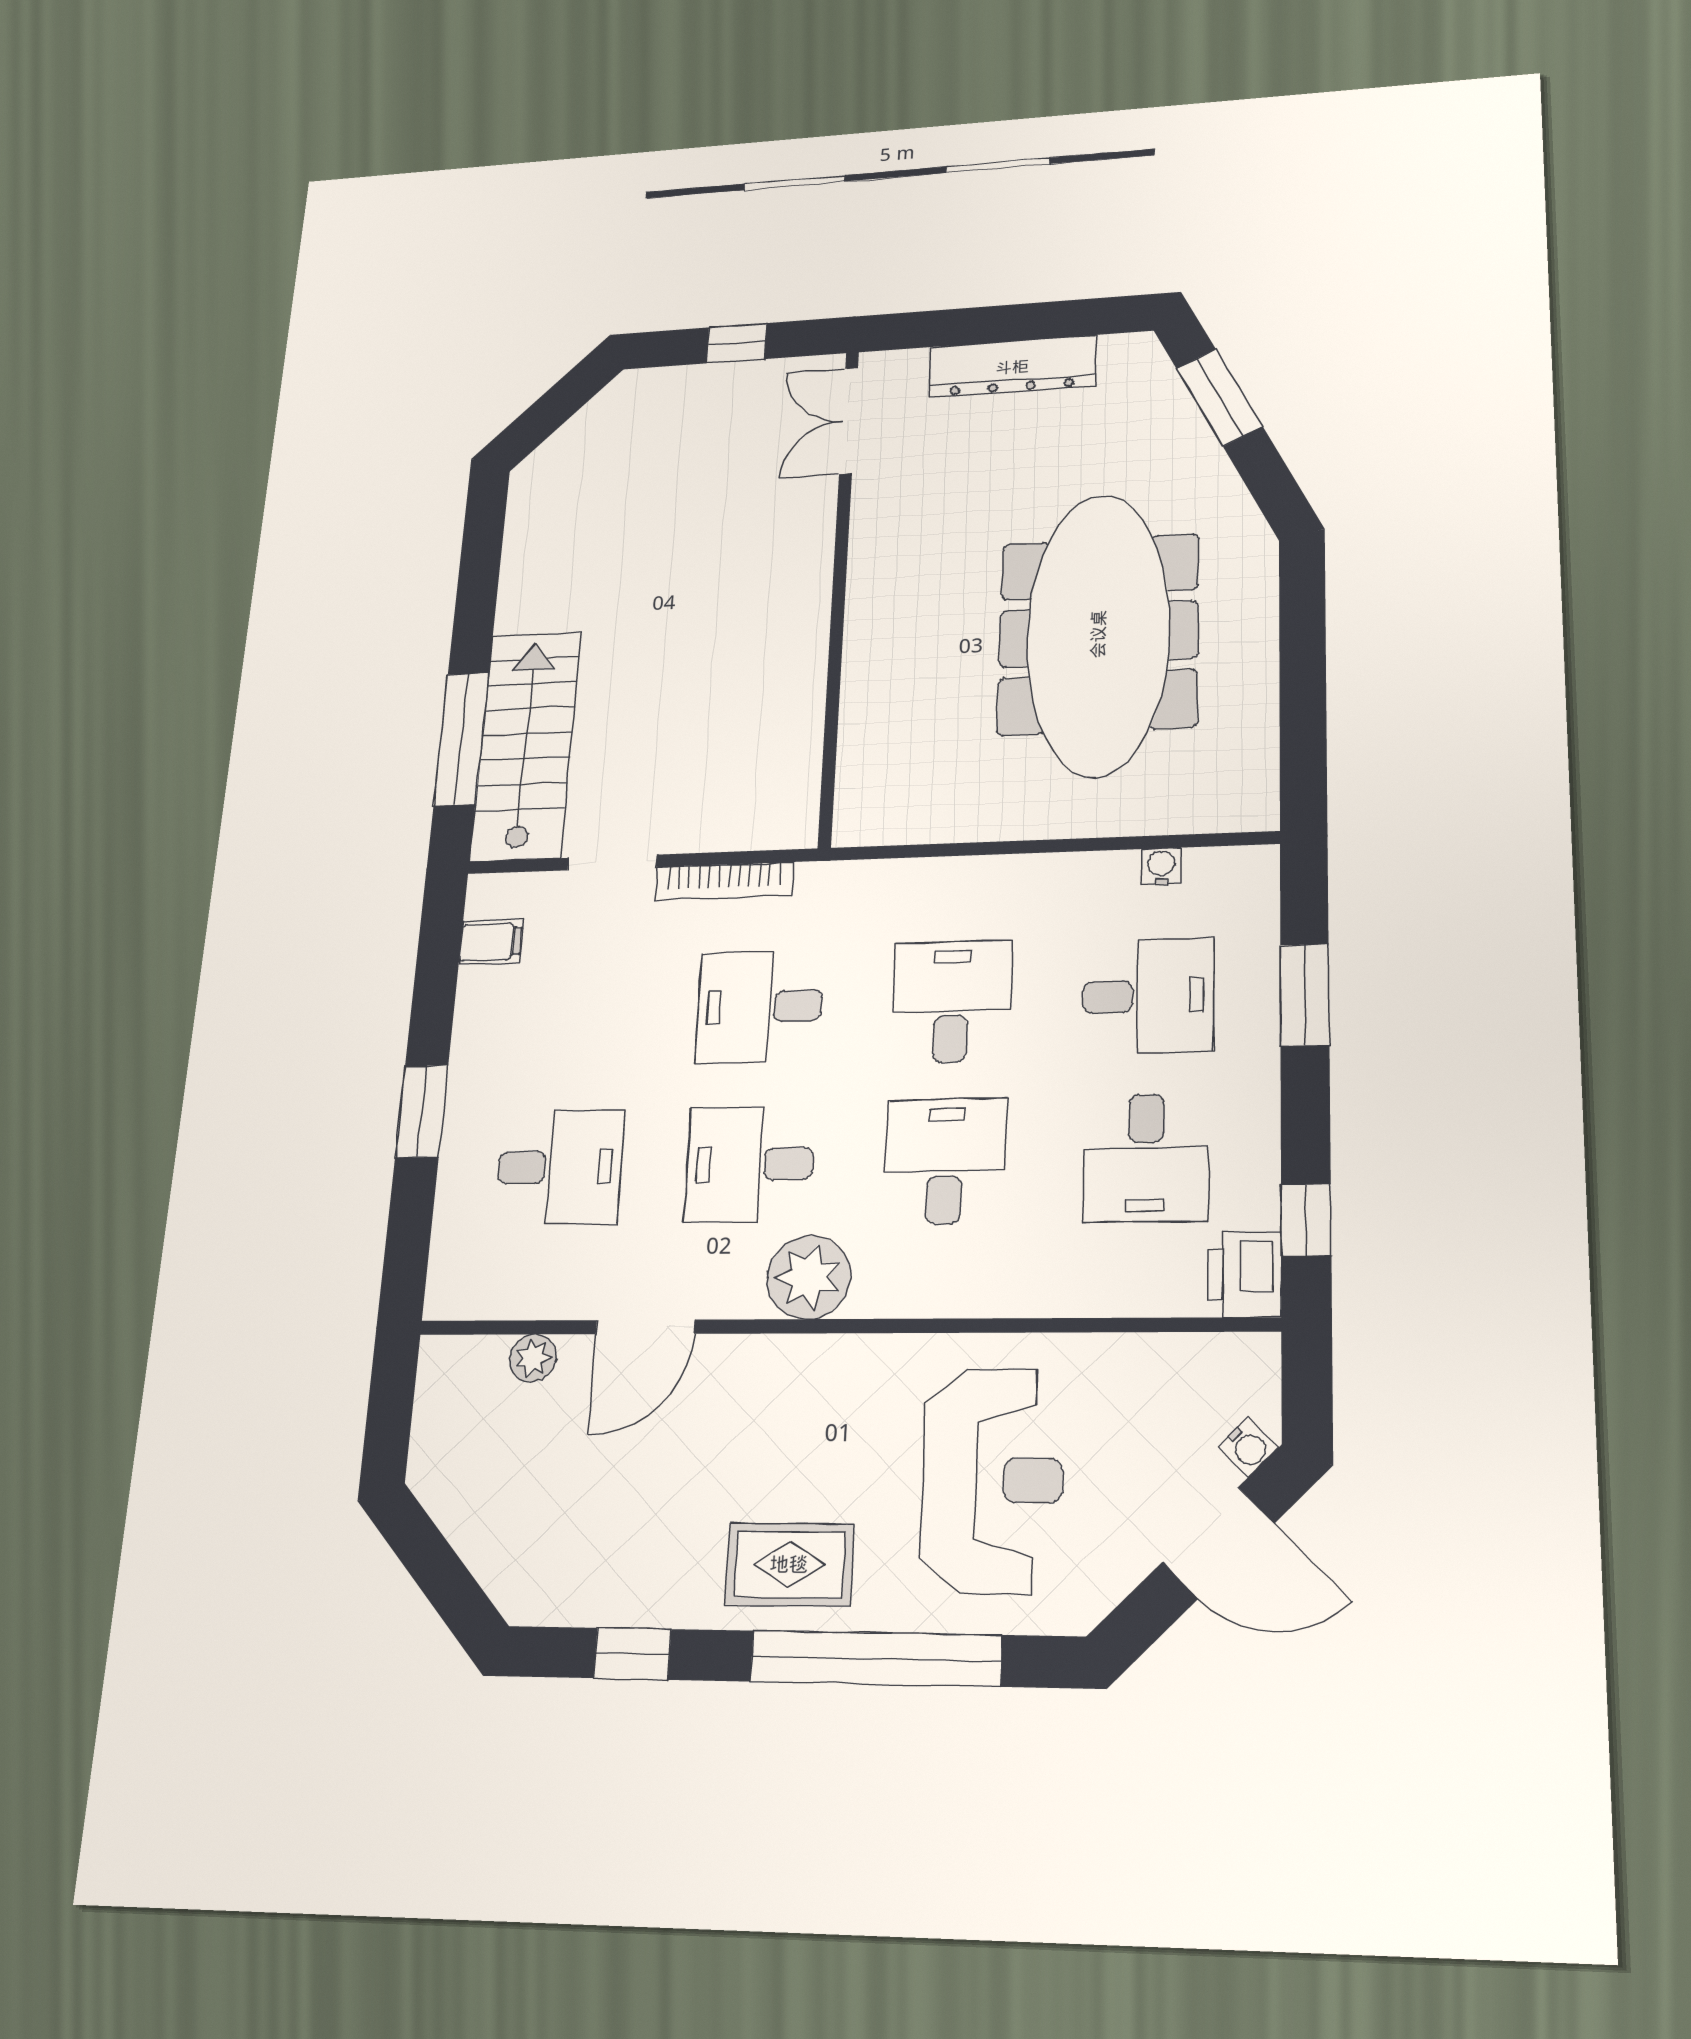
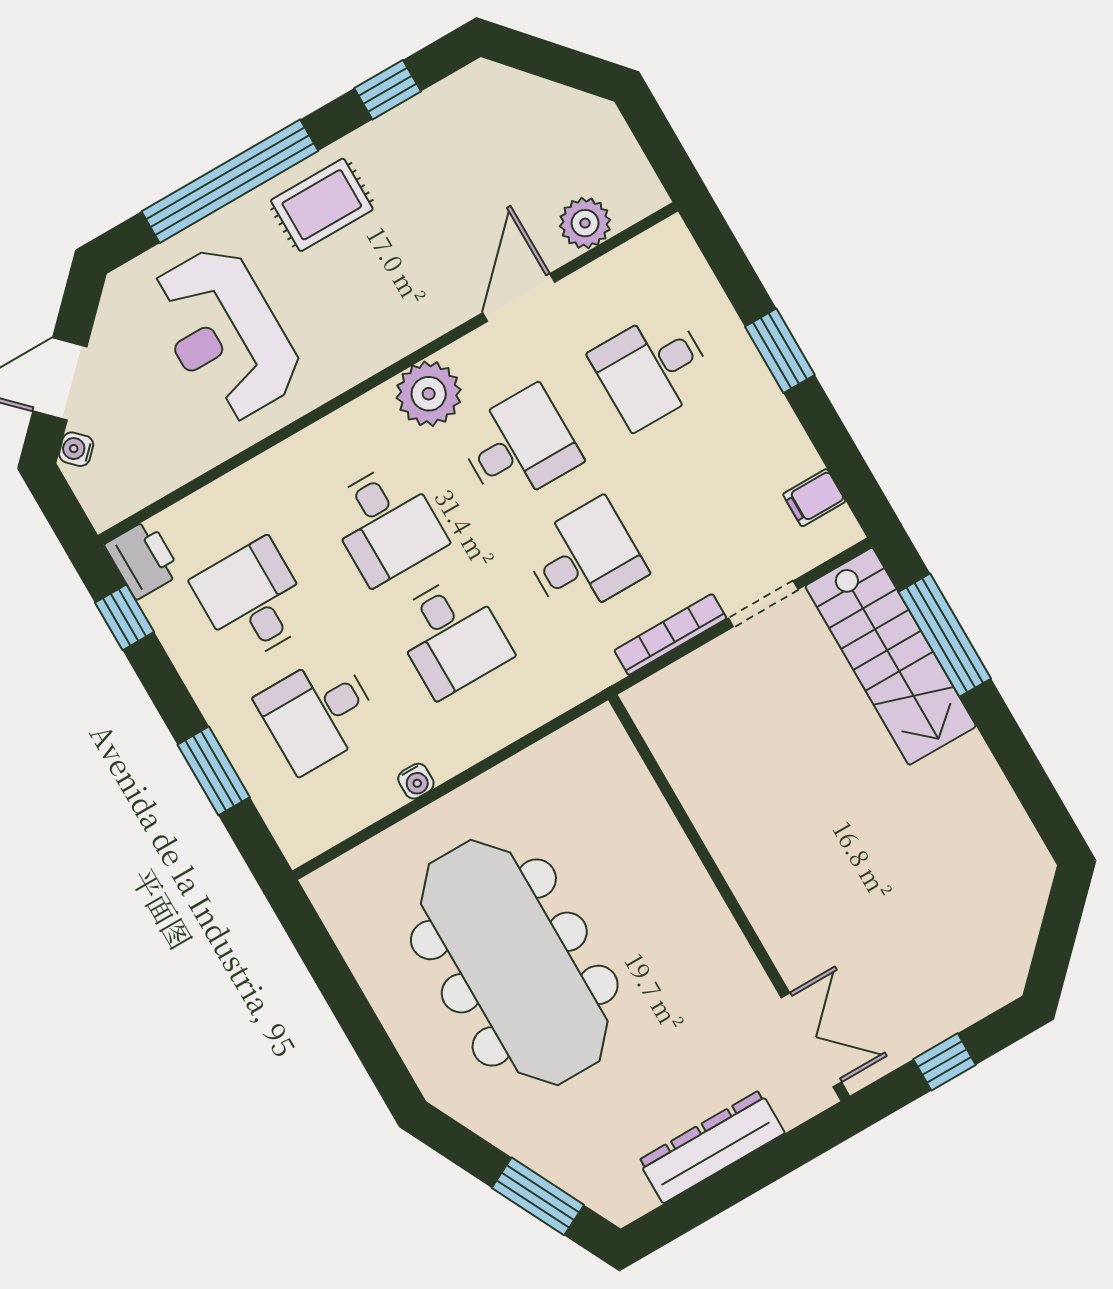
water cooler: (1161, 866) -> (416, 781), moved
plant: (533, 1358) -> (585, 223), width x1.38, depth x1.38

